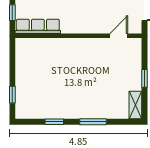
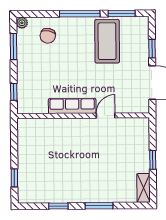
row of seats: (38, 26) -> (72, 106), moved
door: (119, 36) -> (106, 116), moved

